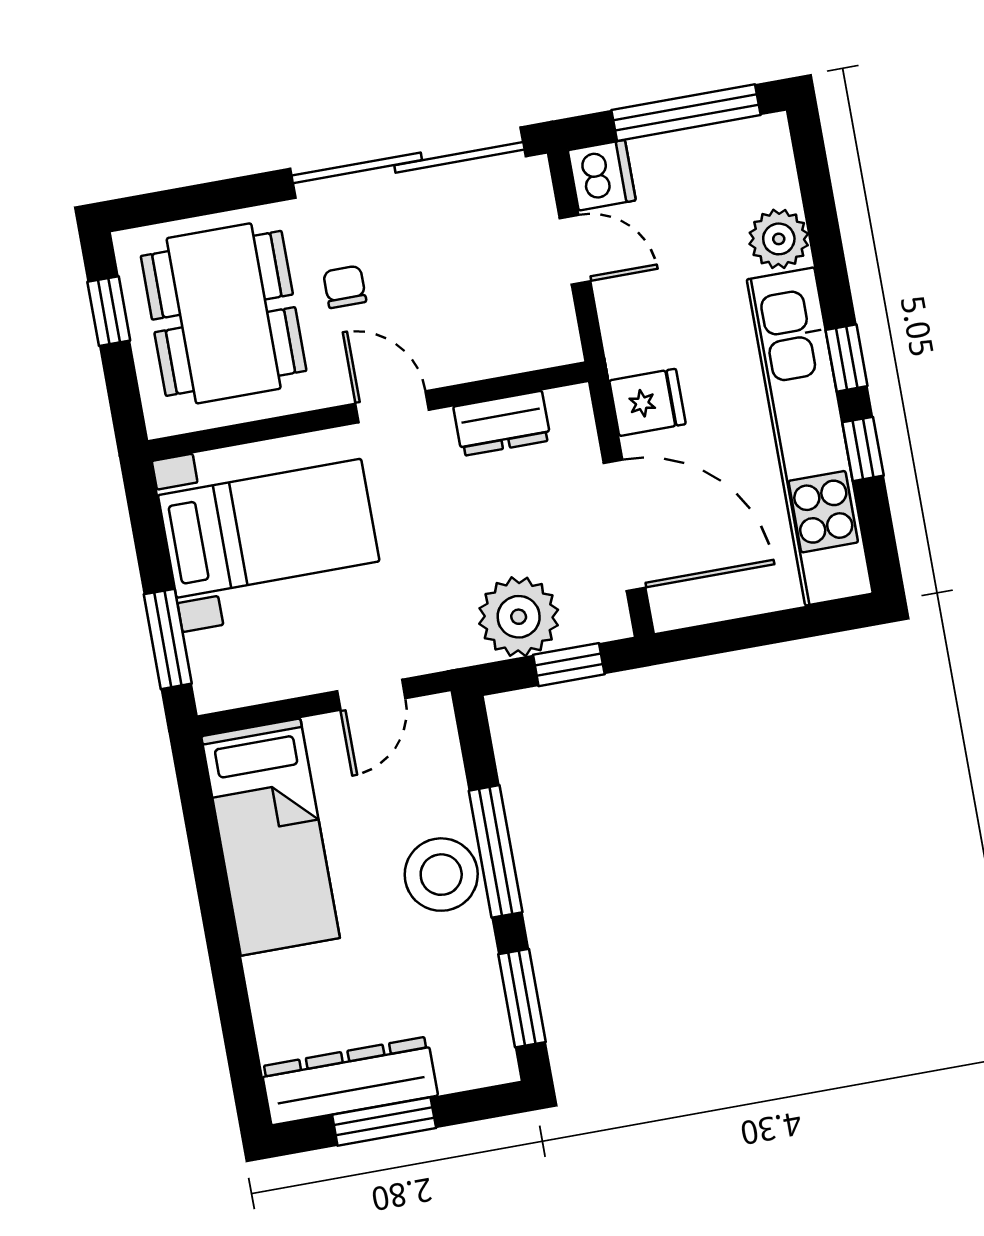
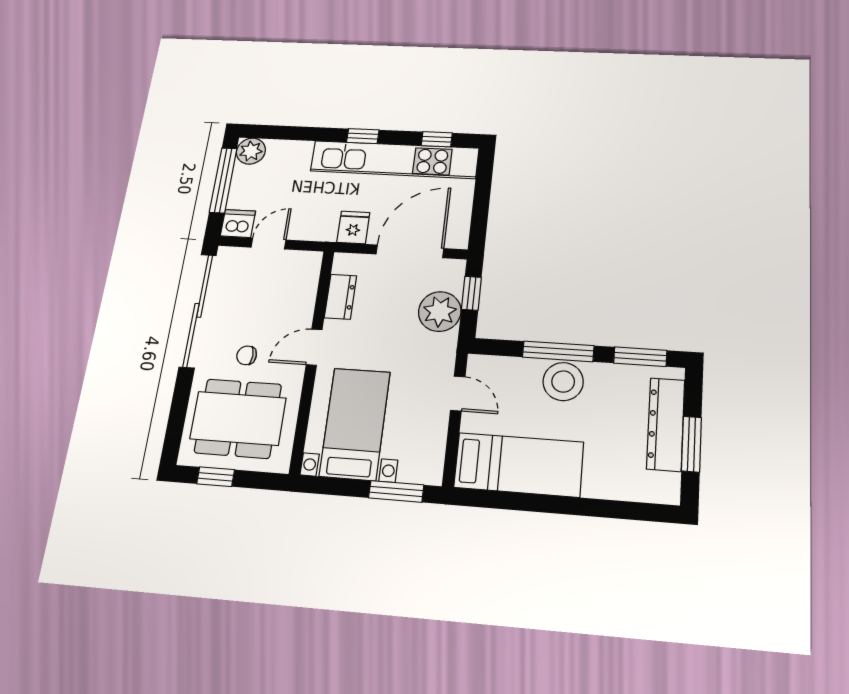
plant: (779, 239) -> (251, 151), moved
window: (863, 449) -> (437, 139), moved
dresser: (349, 1081) -> (666, 424), moved

